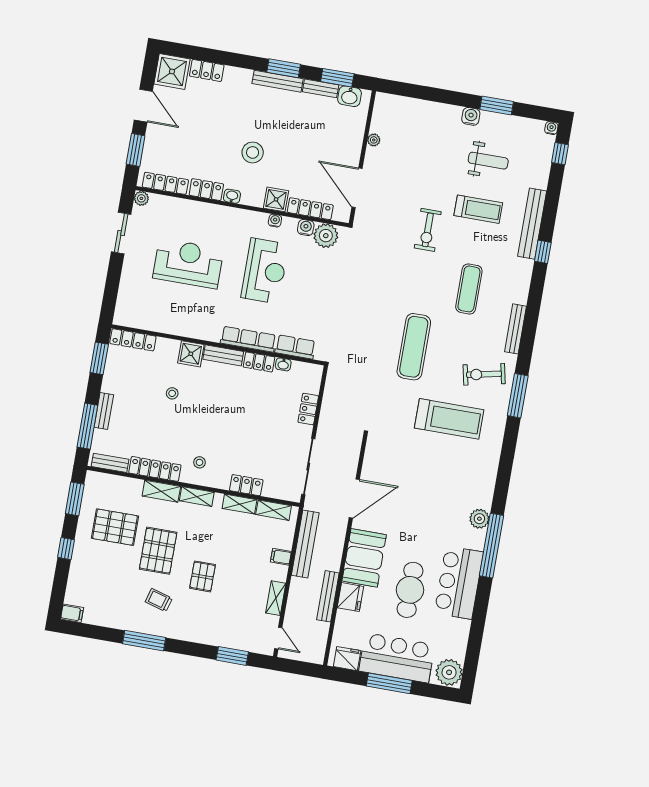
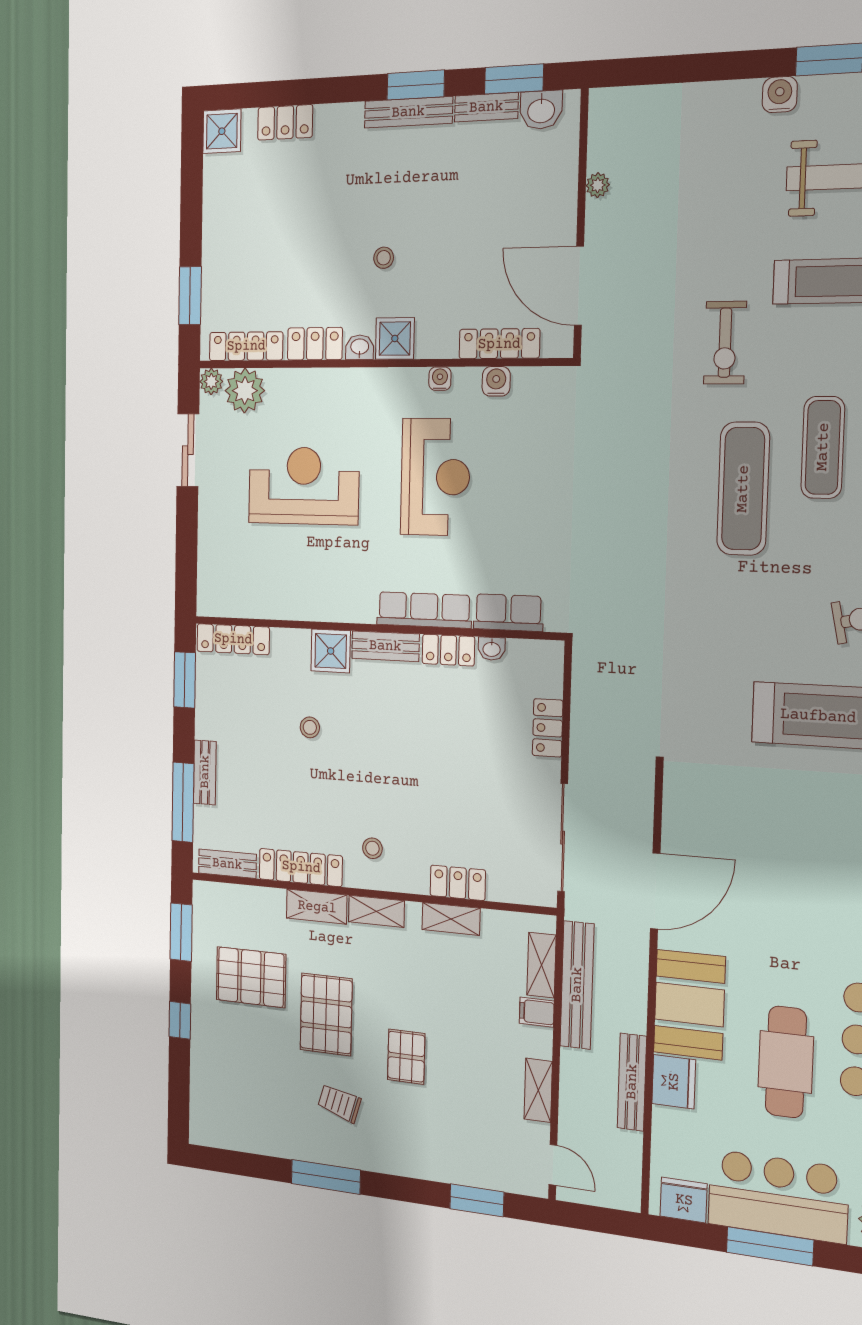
shower: (172, 71) -> (222, 131), width x0.73, depth x0.73
door: (143, 106) -> (191, 212), removed
stool: (253, 152) -> (384, 258), width x0.53, depth x0.53
shower: (276, 199) -> (395, 338), moved
plant: (326, 236) -> (245, 391), moved
exercise mat: (414, 347) -> (743, 489), moved
shelving: (274, 510) -> (541, 965), moved, turned 90
filing cabinet: (72, 613) -> (205, 1133), removed

